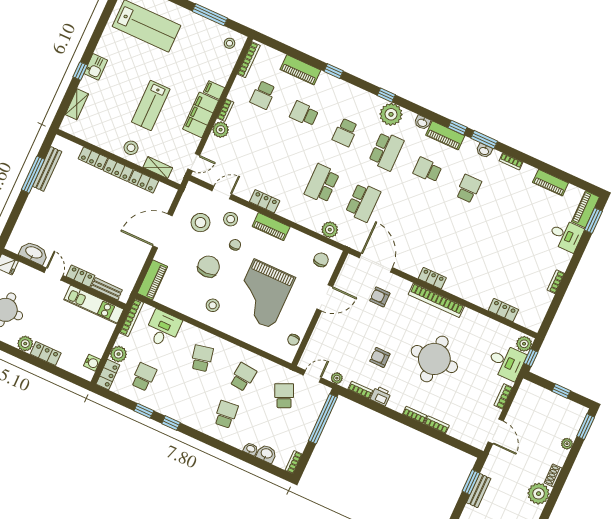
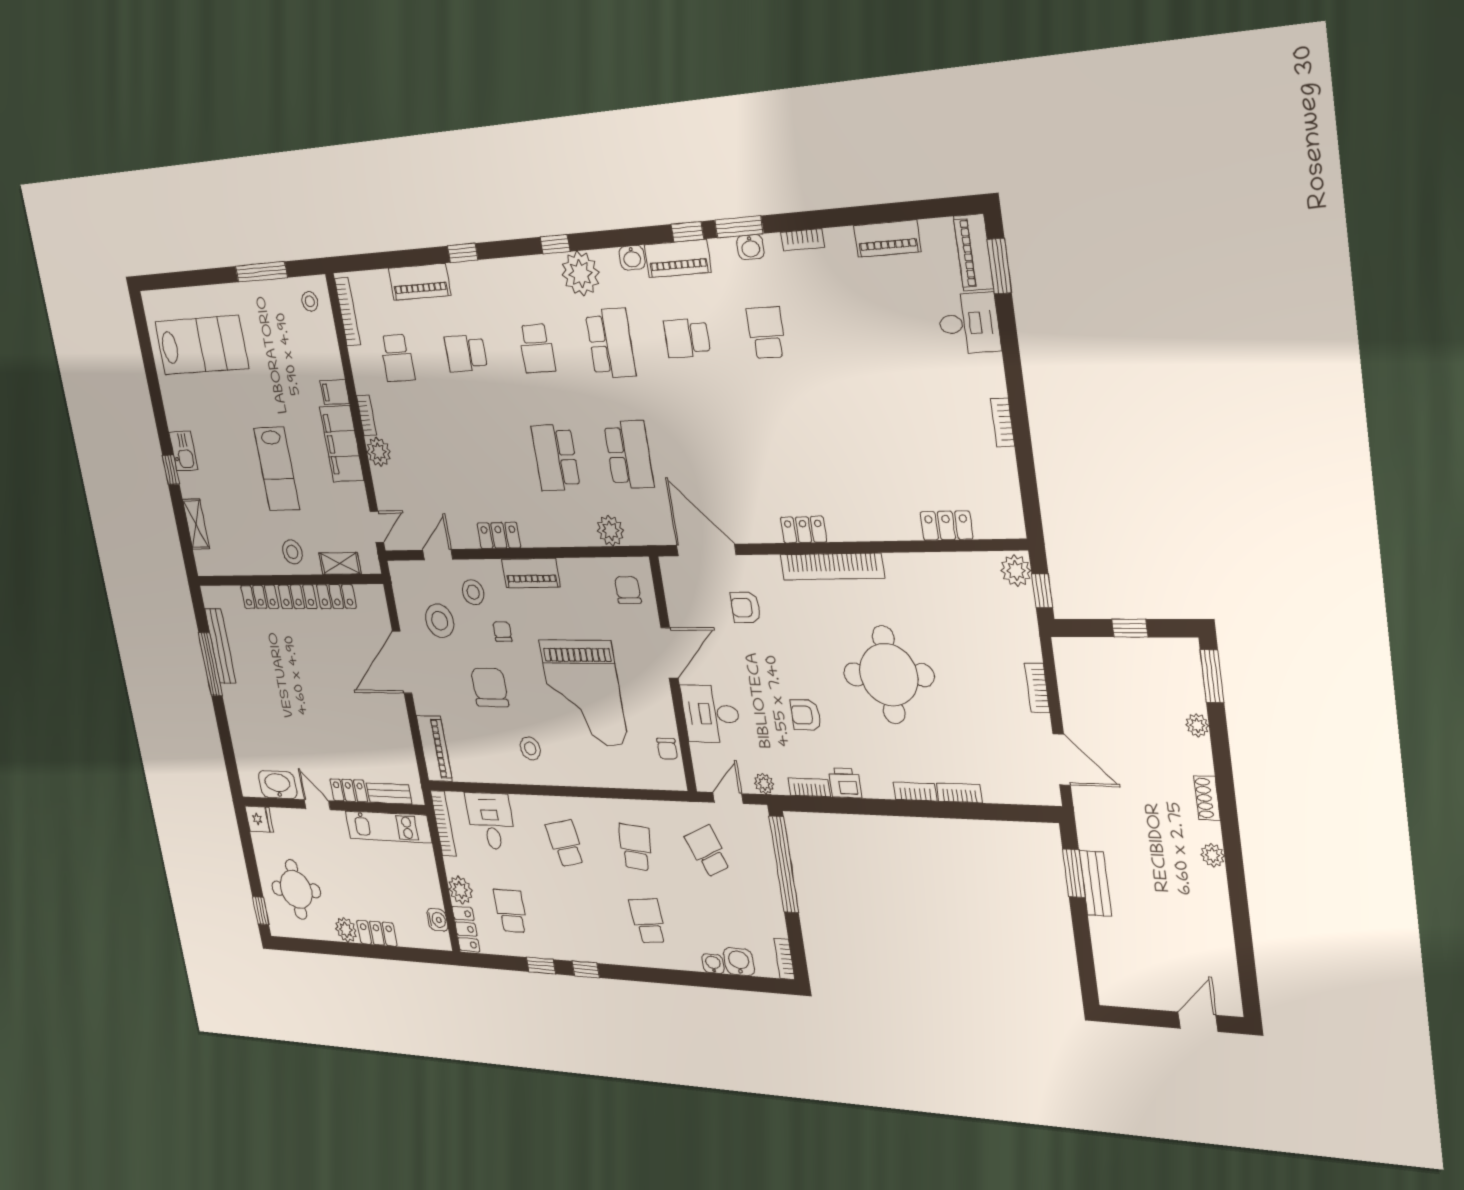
desk: (506, 362) -> (711, 714), moved, turned 180
plant: (539, 494) -> (1213, 855), width x0.53, depth x0.53

